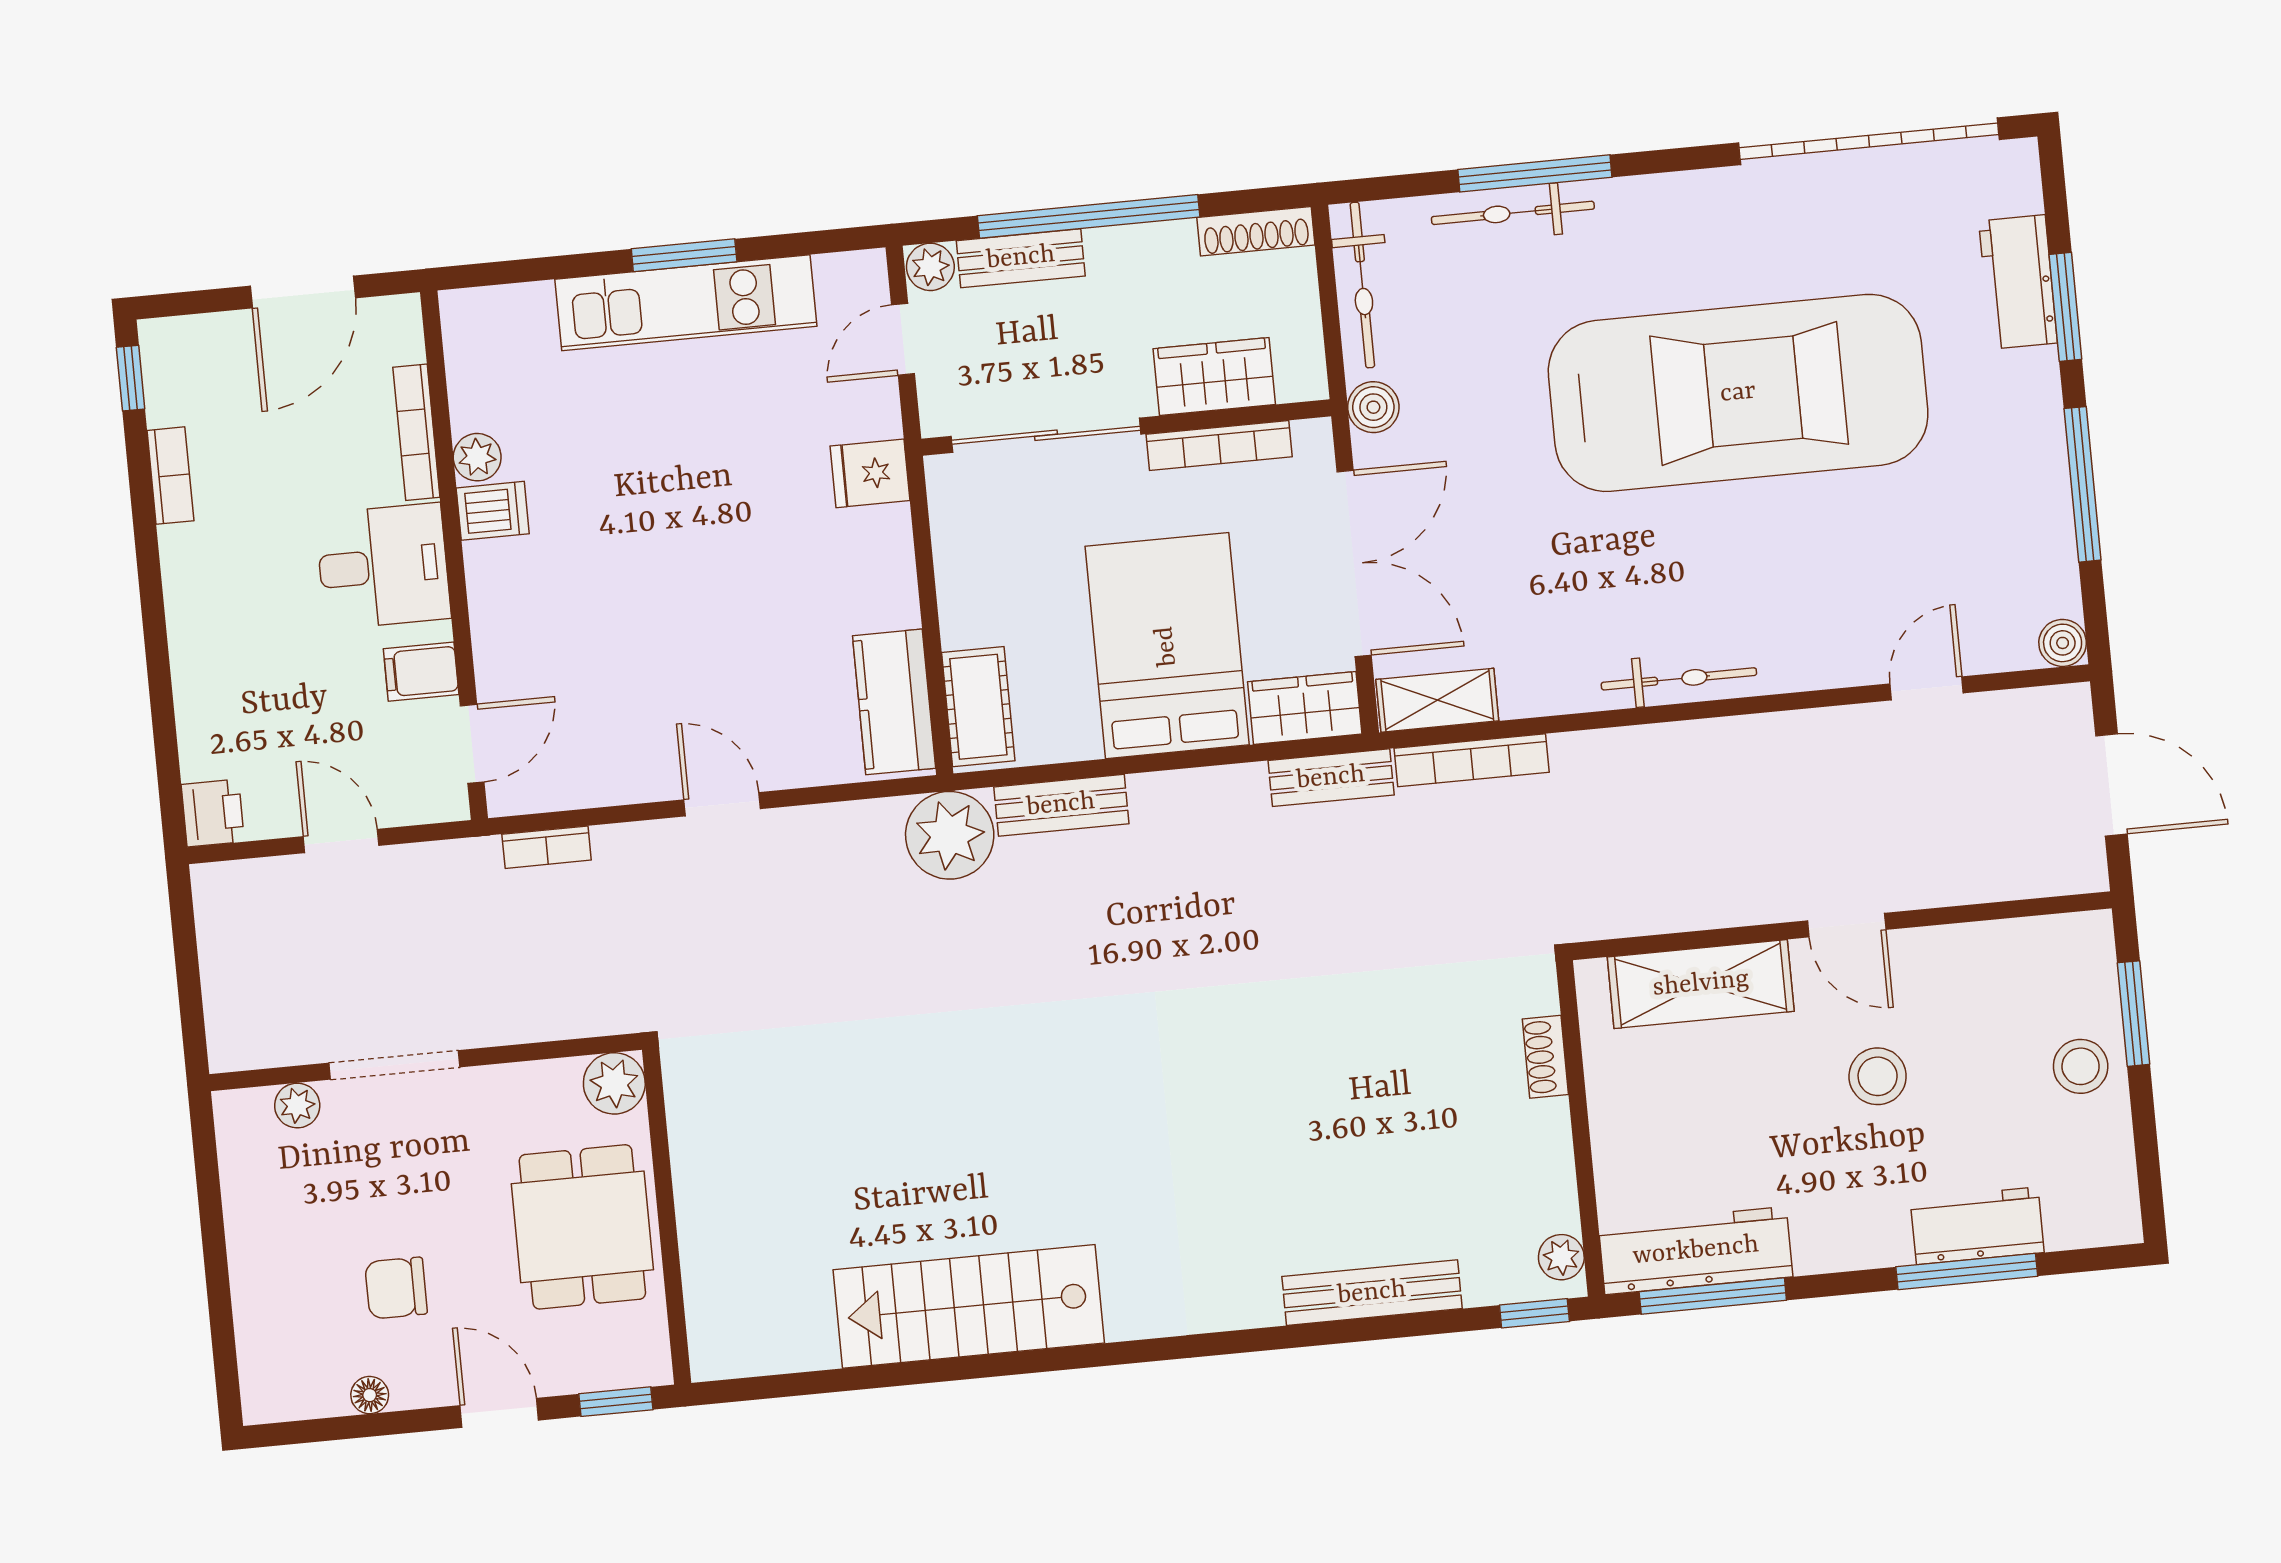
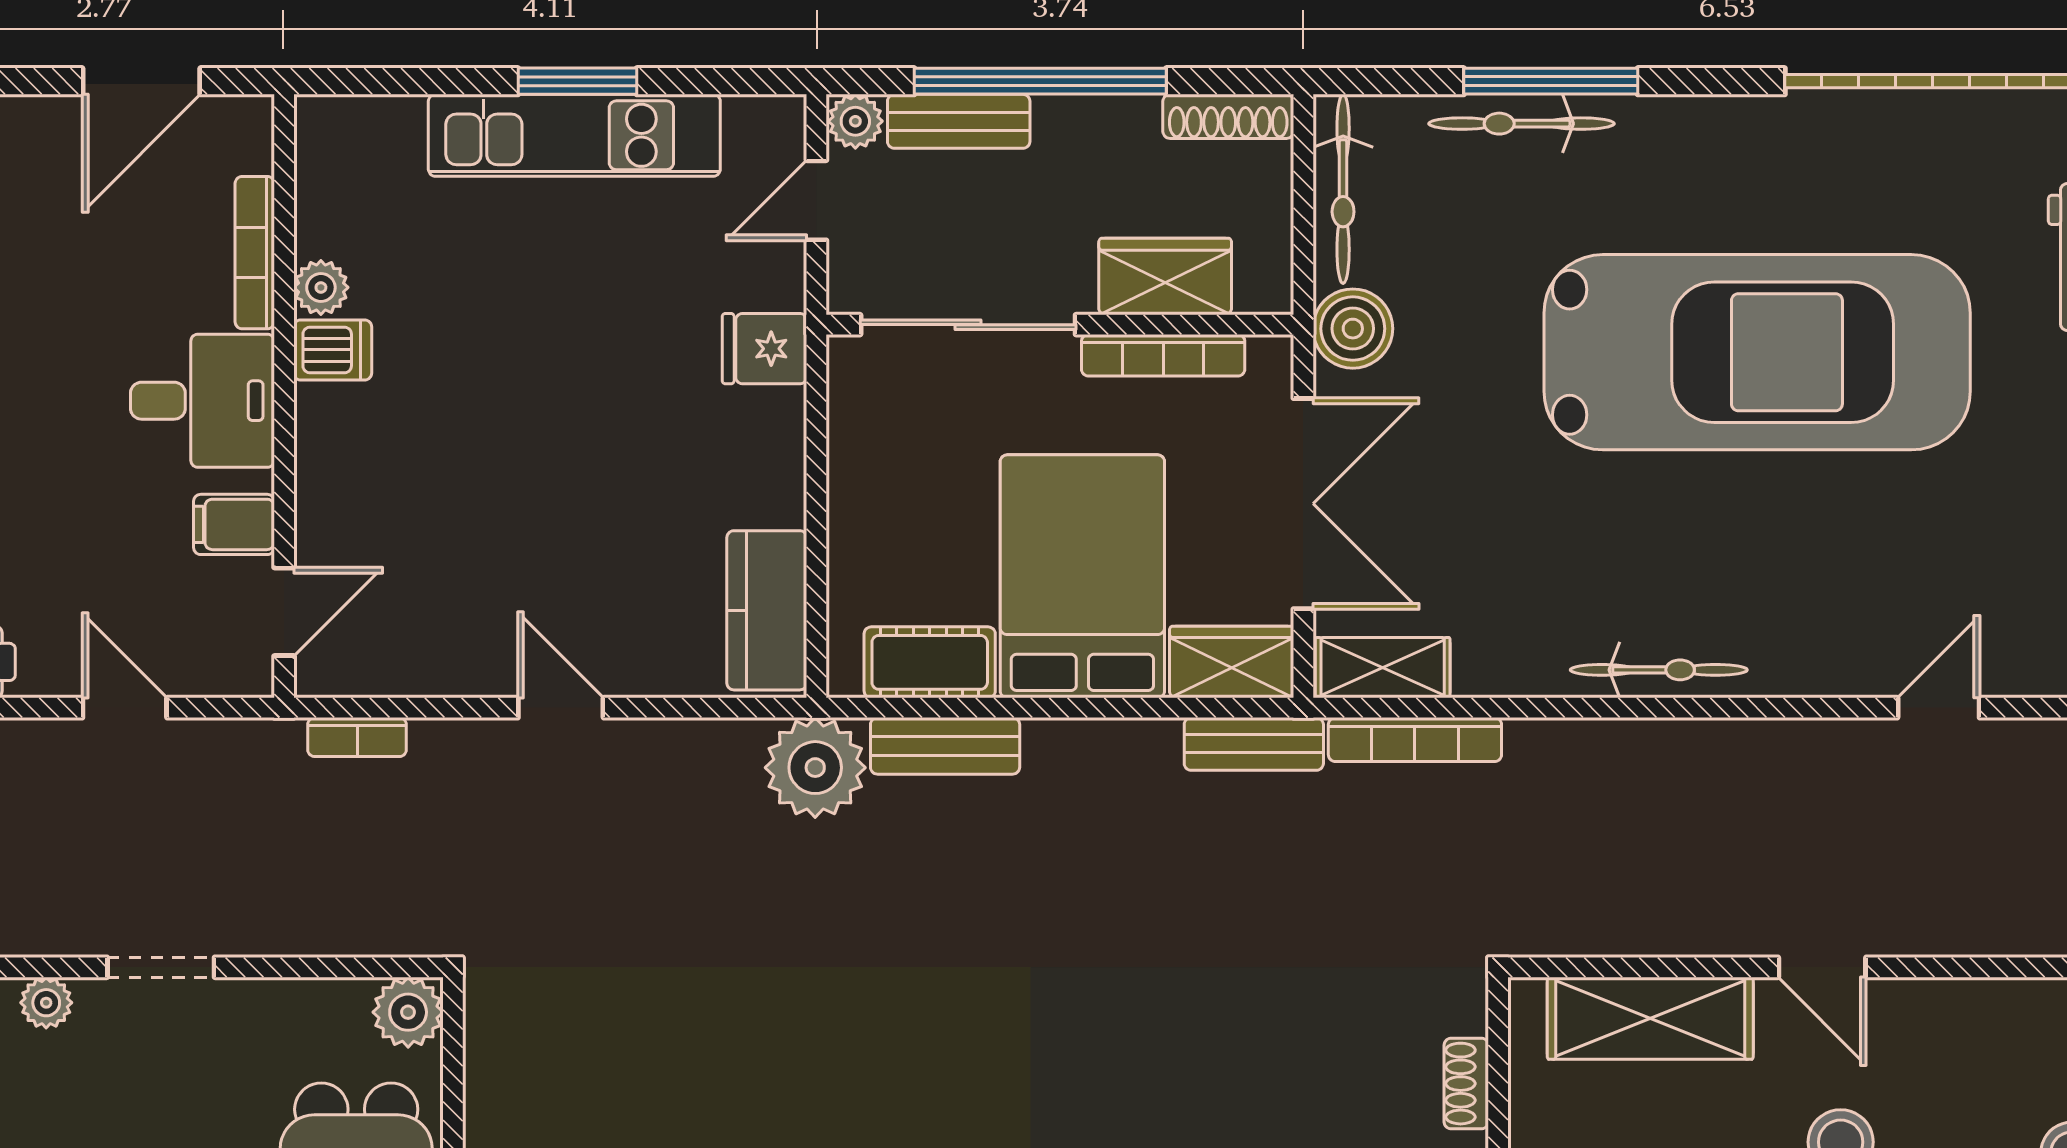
boiler: (1373, 407) -> (1353, 329), width x1.36, depth x1.36
cot: (978, 707) -> (930, 662), moved, turned 90
doorway: (394, 1065) -> (161, 967), width x0.73

